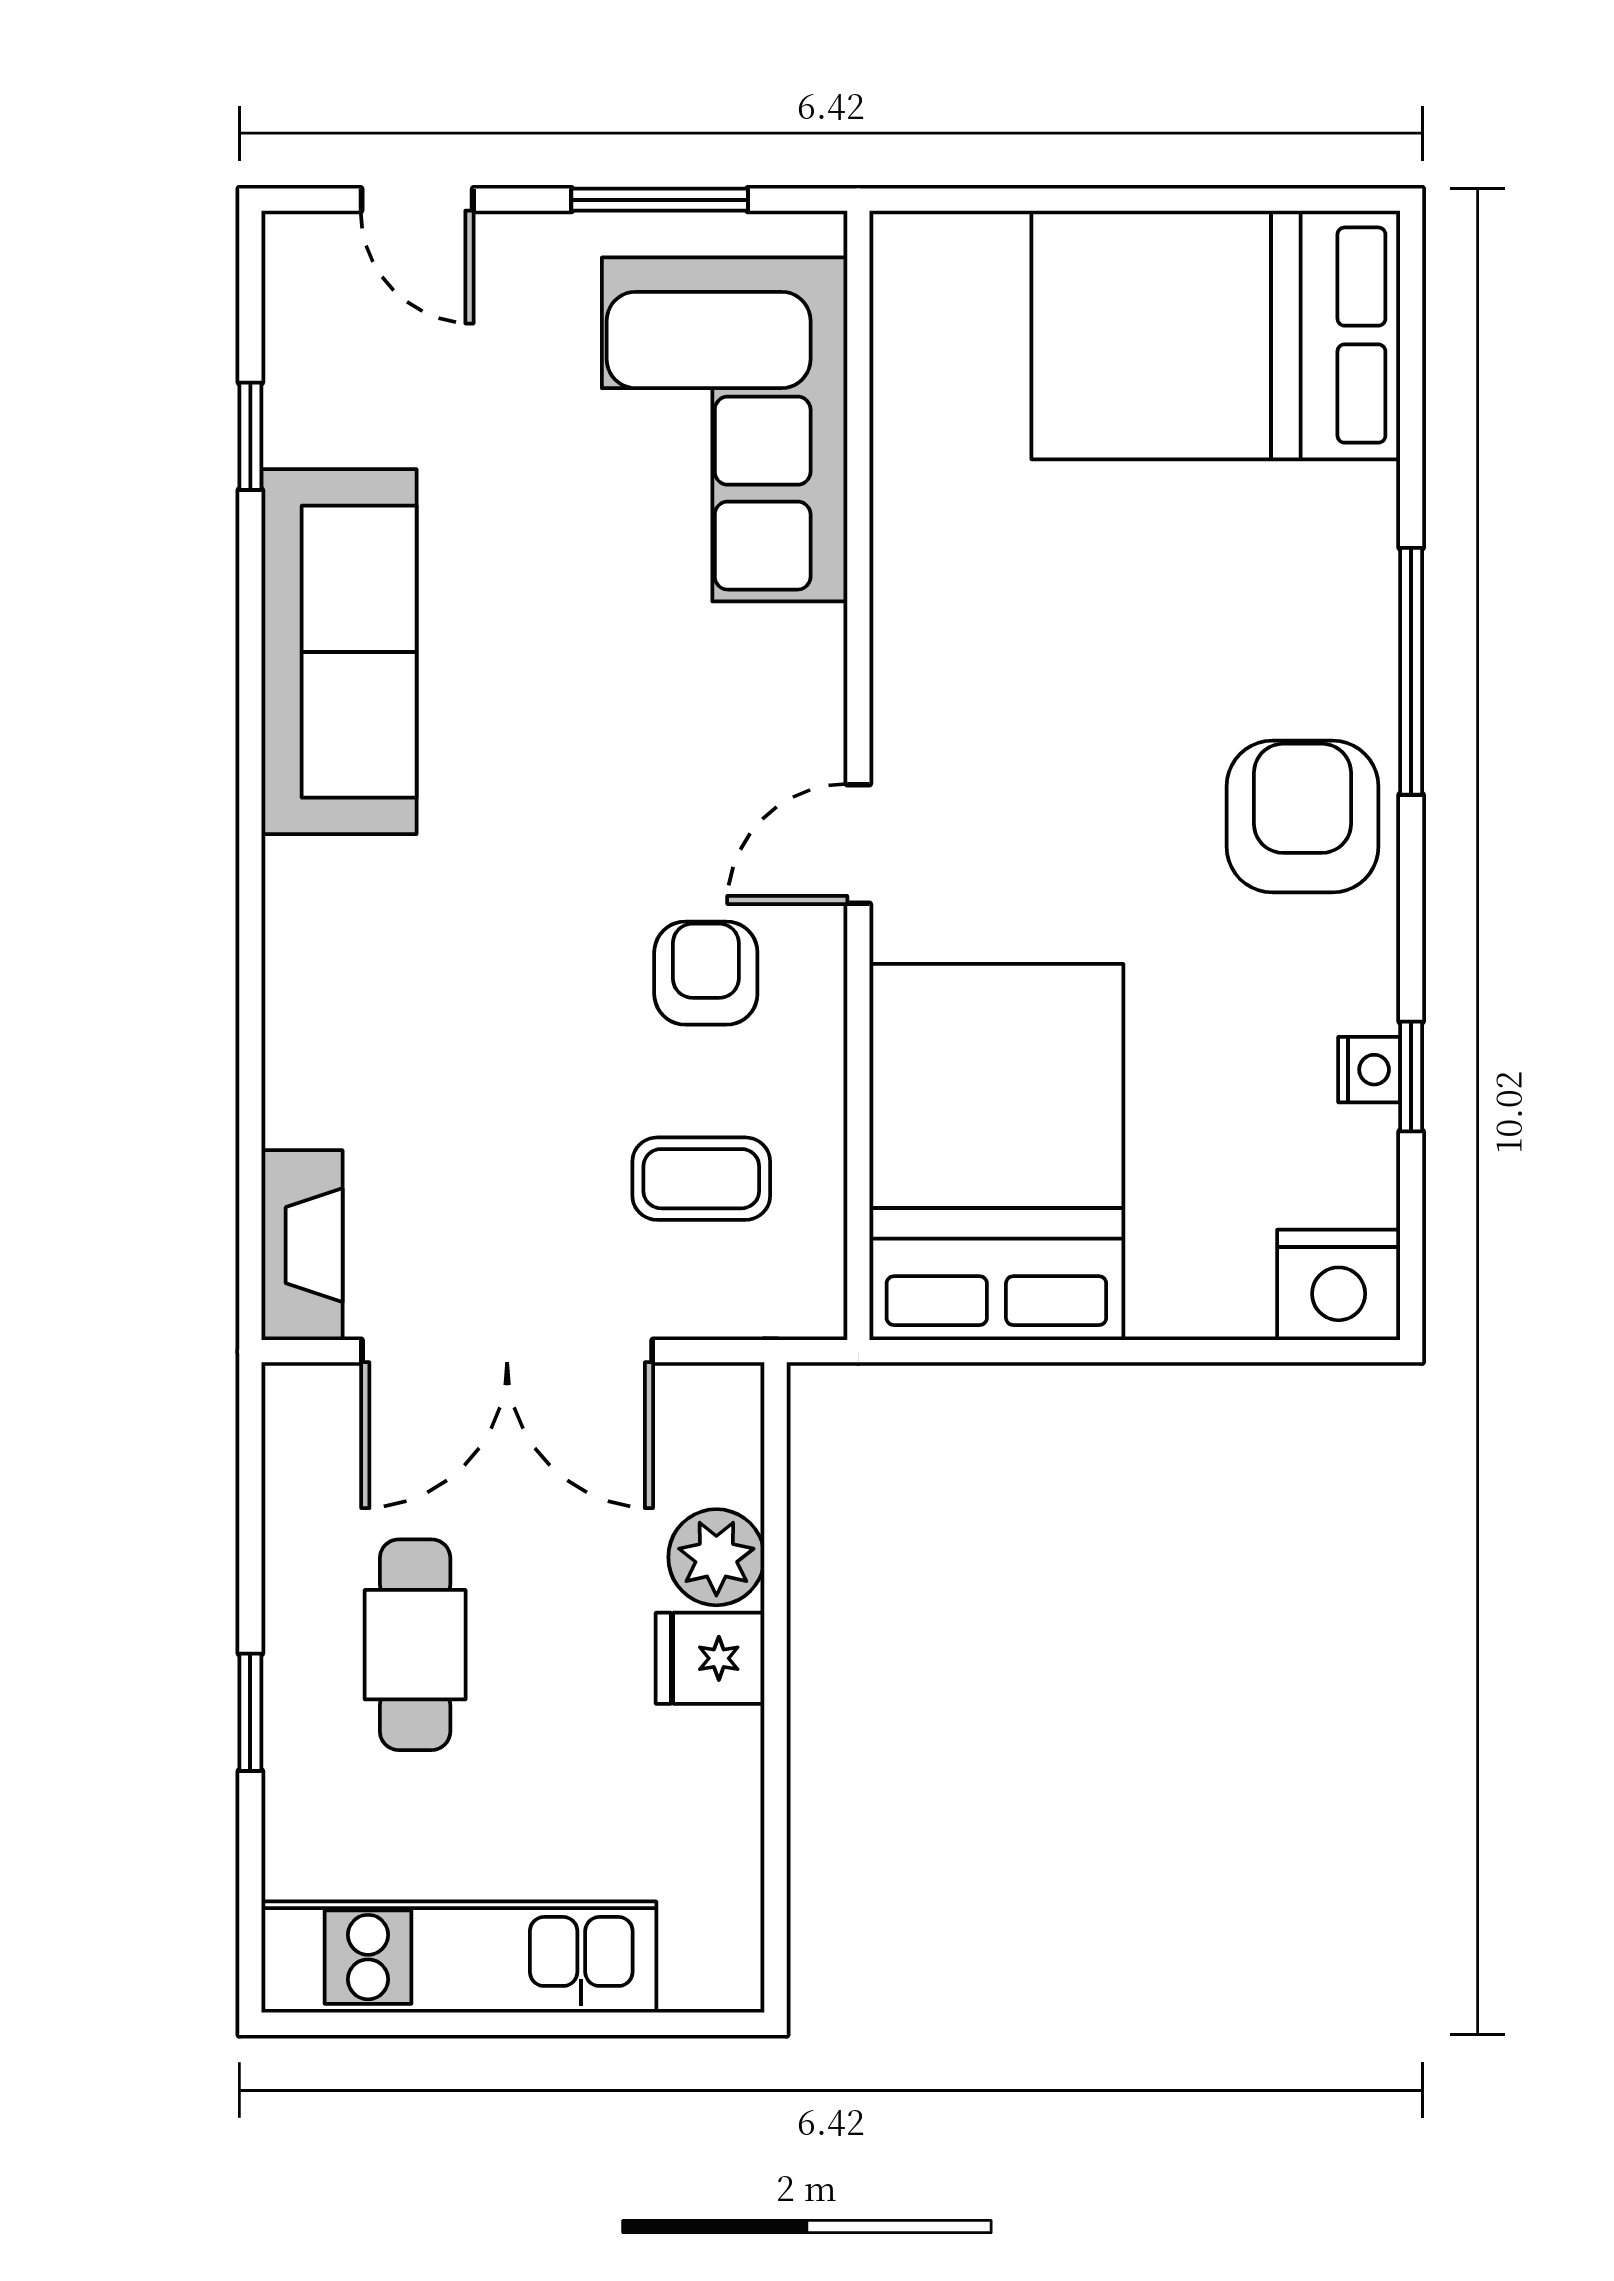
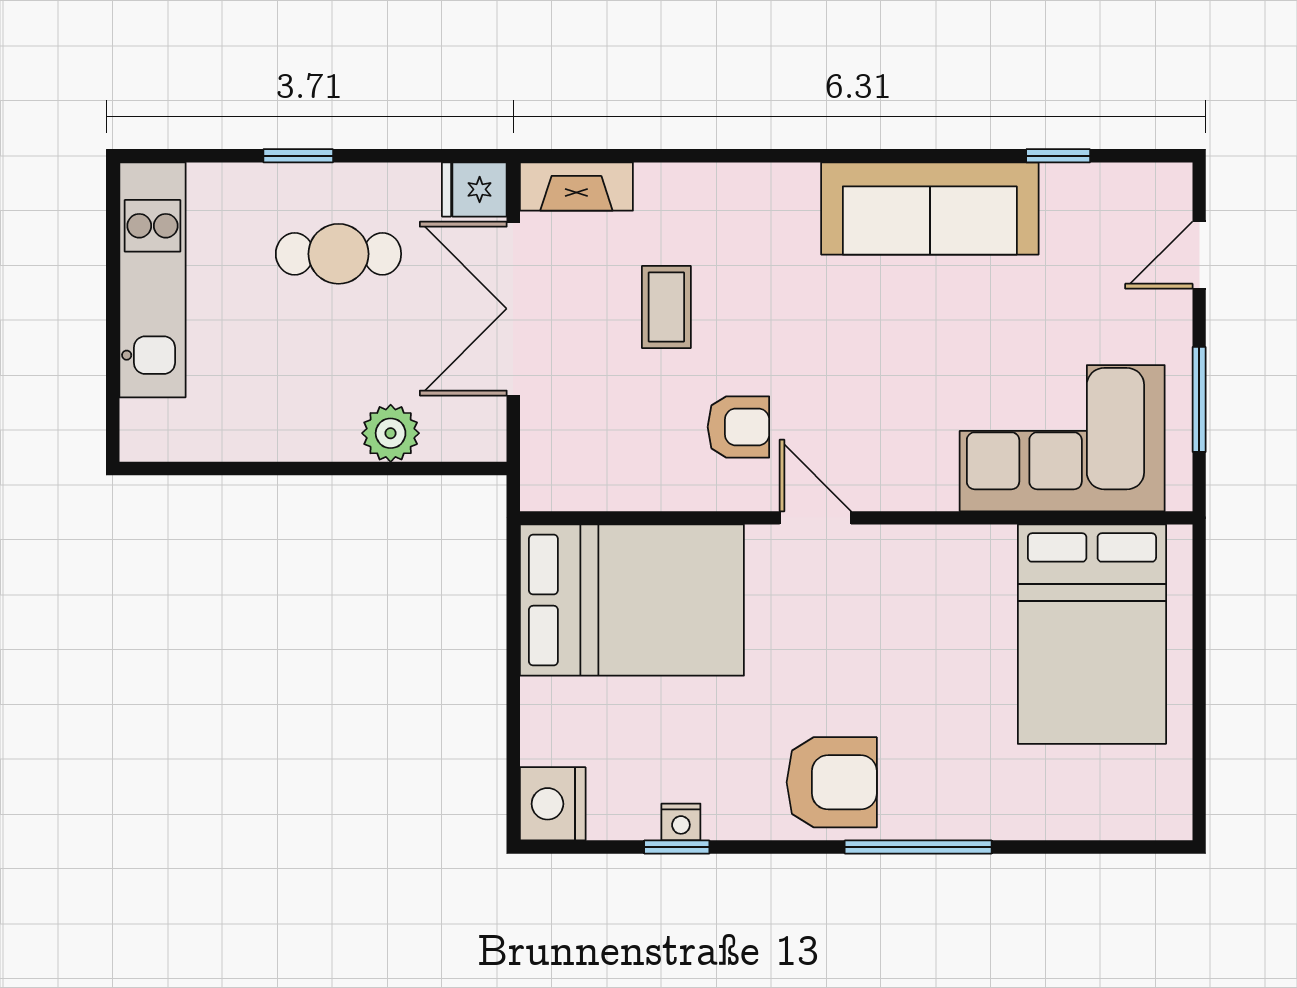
bed: (1216, 335) -> (1092, 634), moved, turned 180
coffee table: (701, 1179) -> (666, 307), moved
fridge: (710, 1658) -> (474, 189), moved, turned -90

